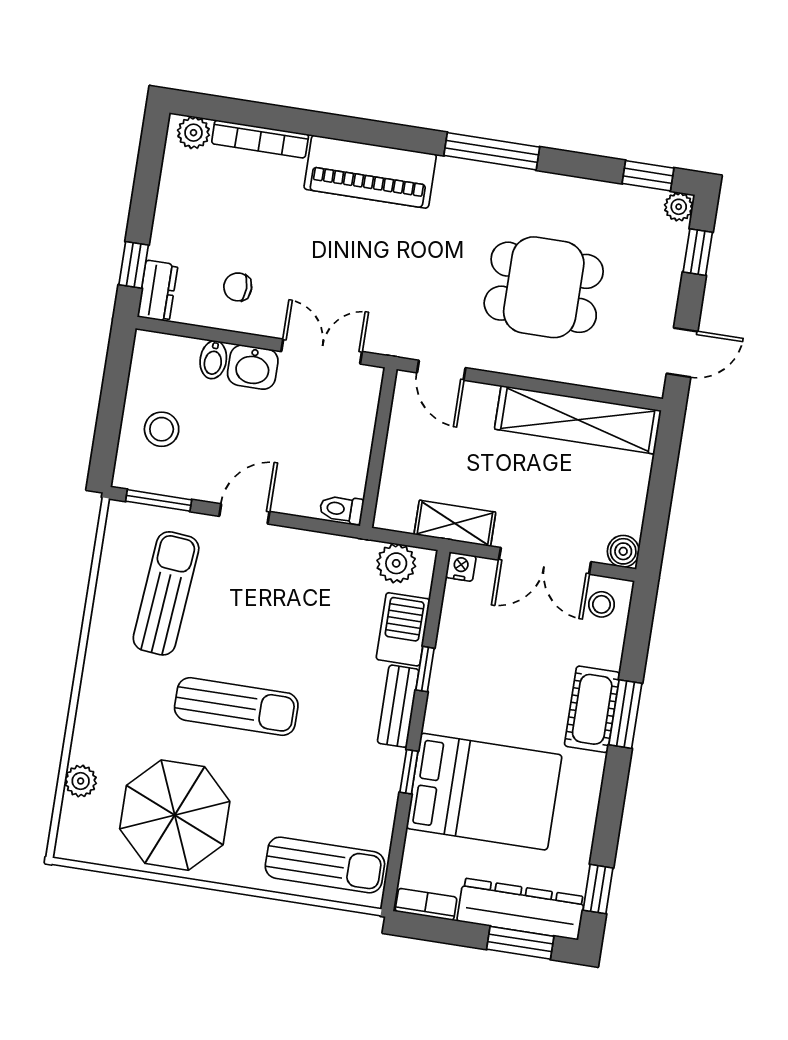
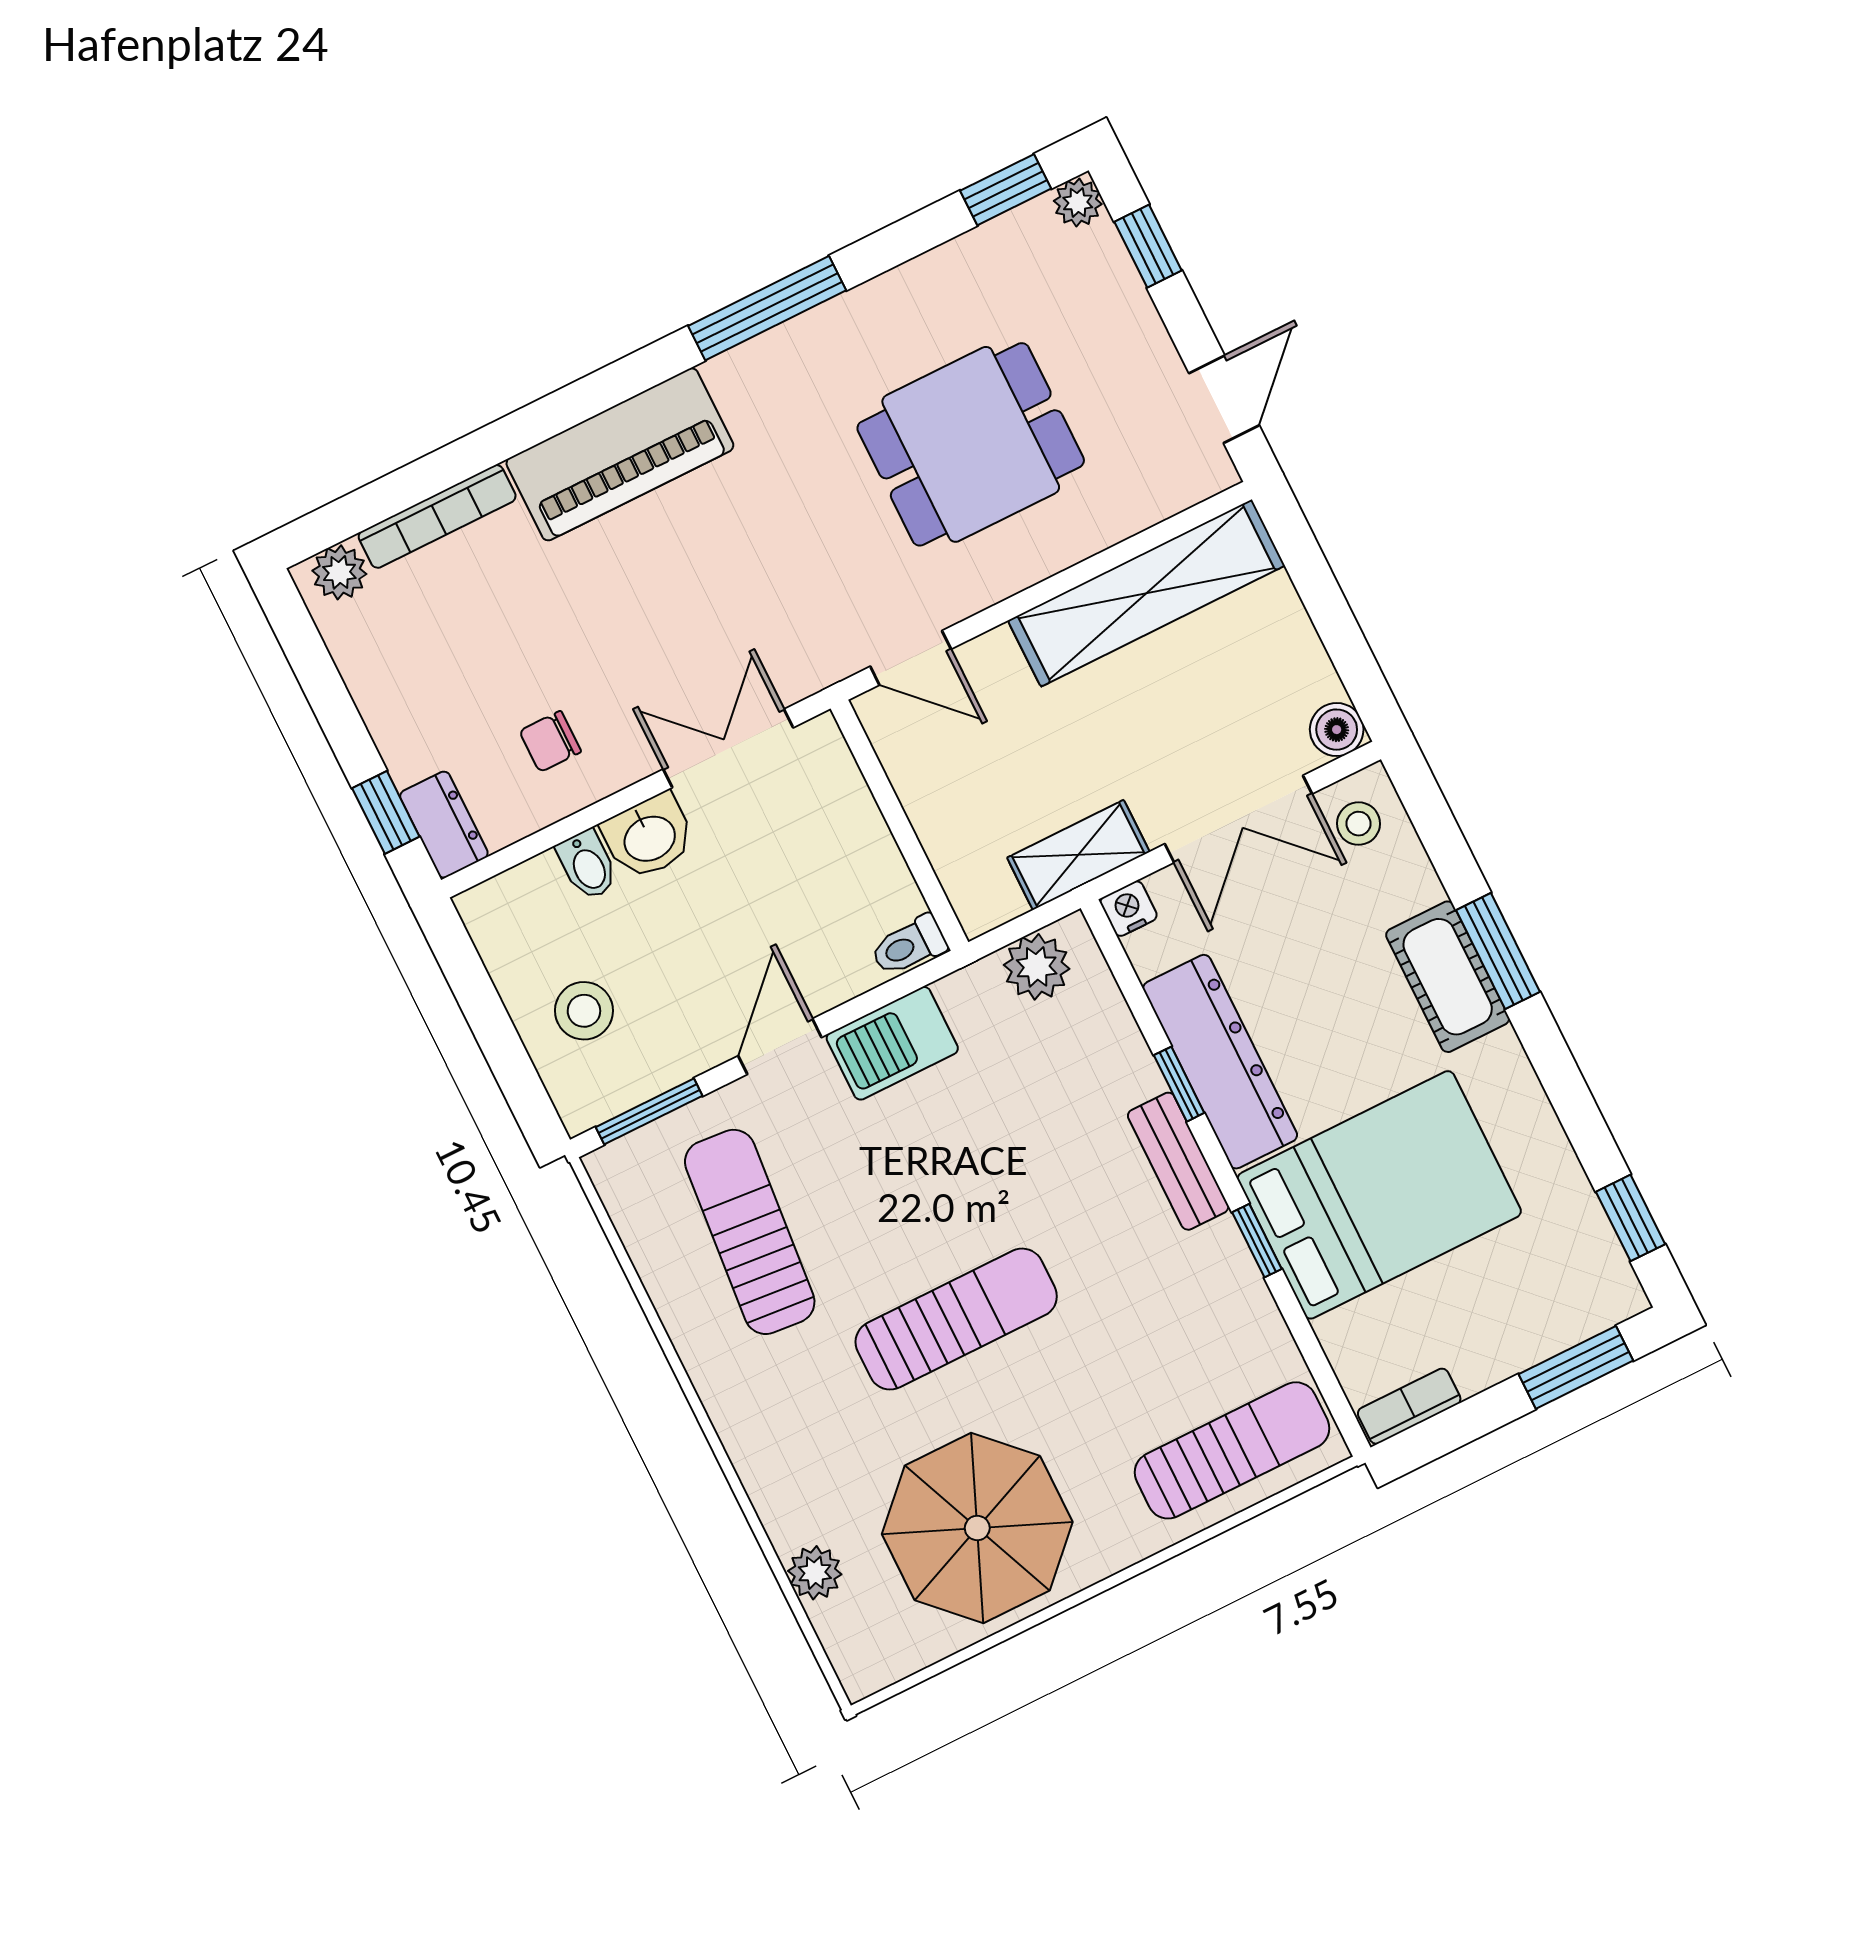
barbecue: (403, 629) -> (892, 1043), moved, turned -90
dresser: (521, 909) -> (1220, 1062), moved, turned 90

